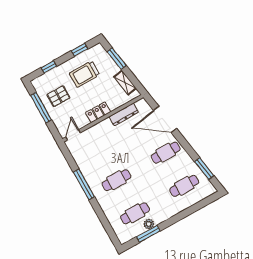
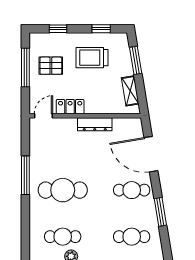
locker: (98, 112) -> (70, 107), moved
dresser: (124, 114) -> (95, 124), moved
window: (204, 169) -> (160, 212), moved
cafe table: (116, 180) -> (63, 190), width x1.37, depth x1.35

